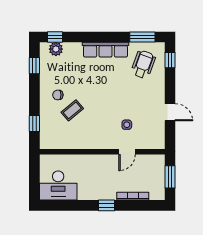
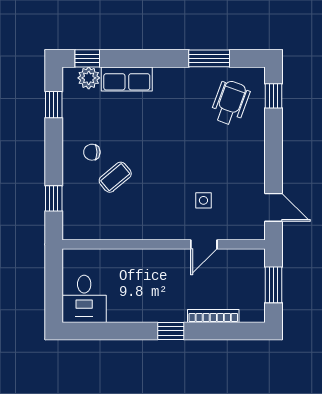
window: (142, 37) -> (209, 58), moved
row of seats: (106, 50) -> (127, 79), moved, width x0.68
door: (170, 112) -> (274, 207), moved
desk: (58, 186) -> (84, 299), width x0.73

